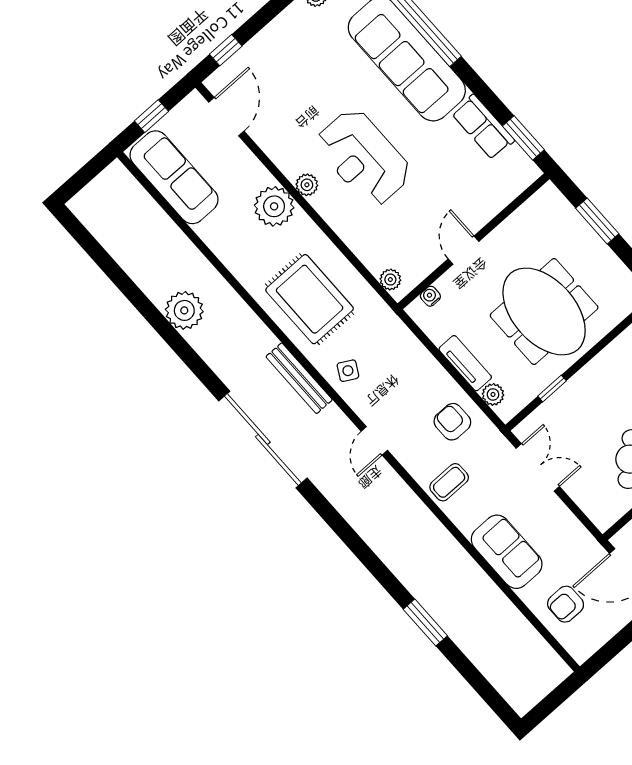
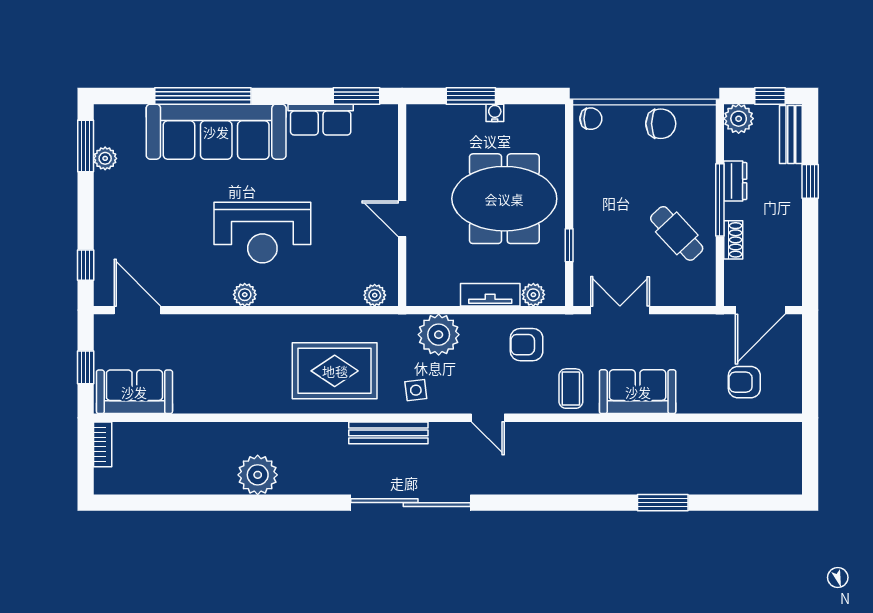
sofa: (174, 177) -> (134, 392), width x0.73
bookcase: (107, 178) -> (103, 444), added
plant: (274, 206) -> (439, 335), moved
water cooler: (430, 296) -> (495, 113), moved, turned 90
side table: (348, 371) -> (416, 390), turned -36
sofa: (507, 552) -> (638, 392), moved
armchair: (566, 604) -> (744, 382), turned 90

